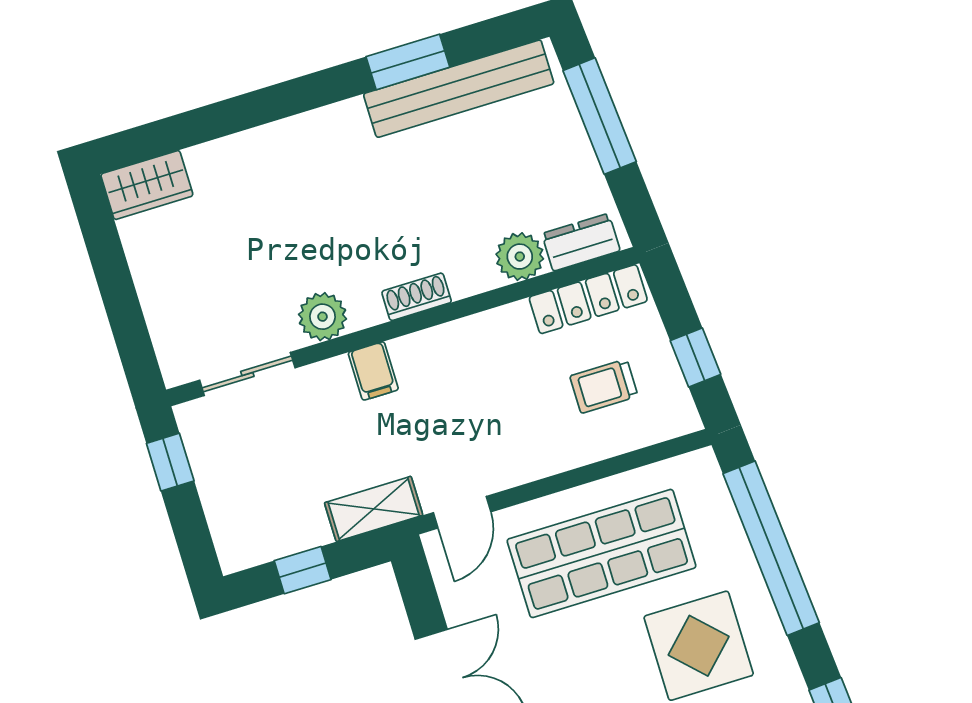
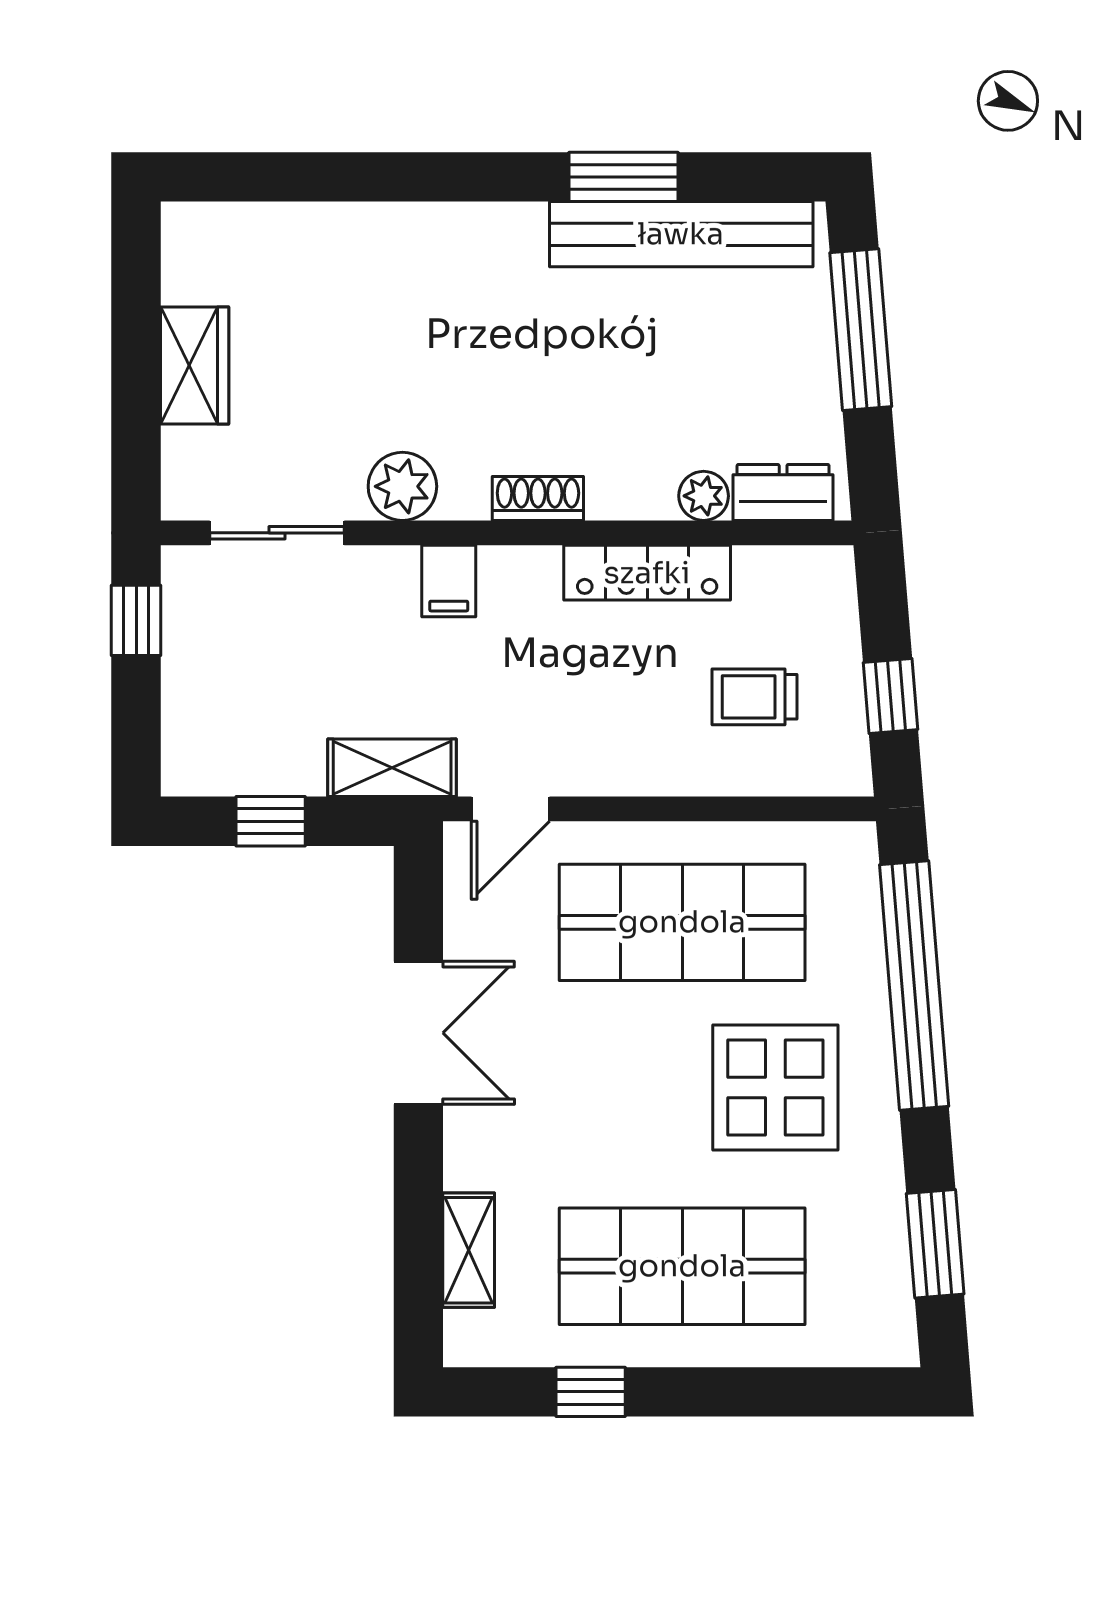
wardrobe: (147, 185) -> (195, 366), moved, turned -90
plant: (520, 257) -> (704, 496), width x0.73, depth x0.73
locker: (588, 299) -> (647, 573), moved

